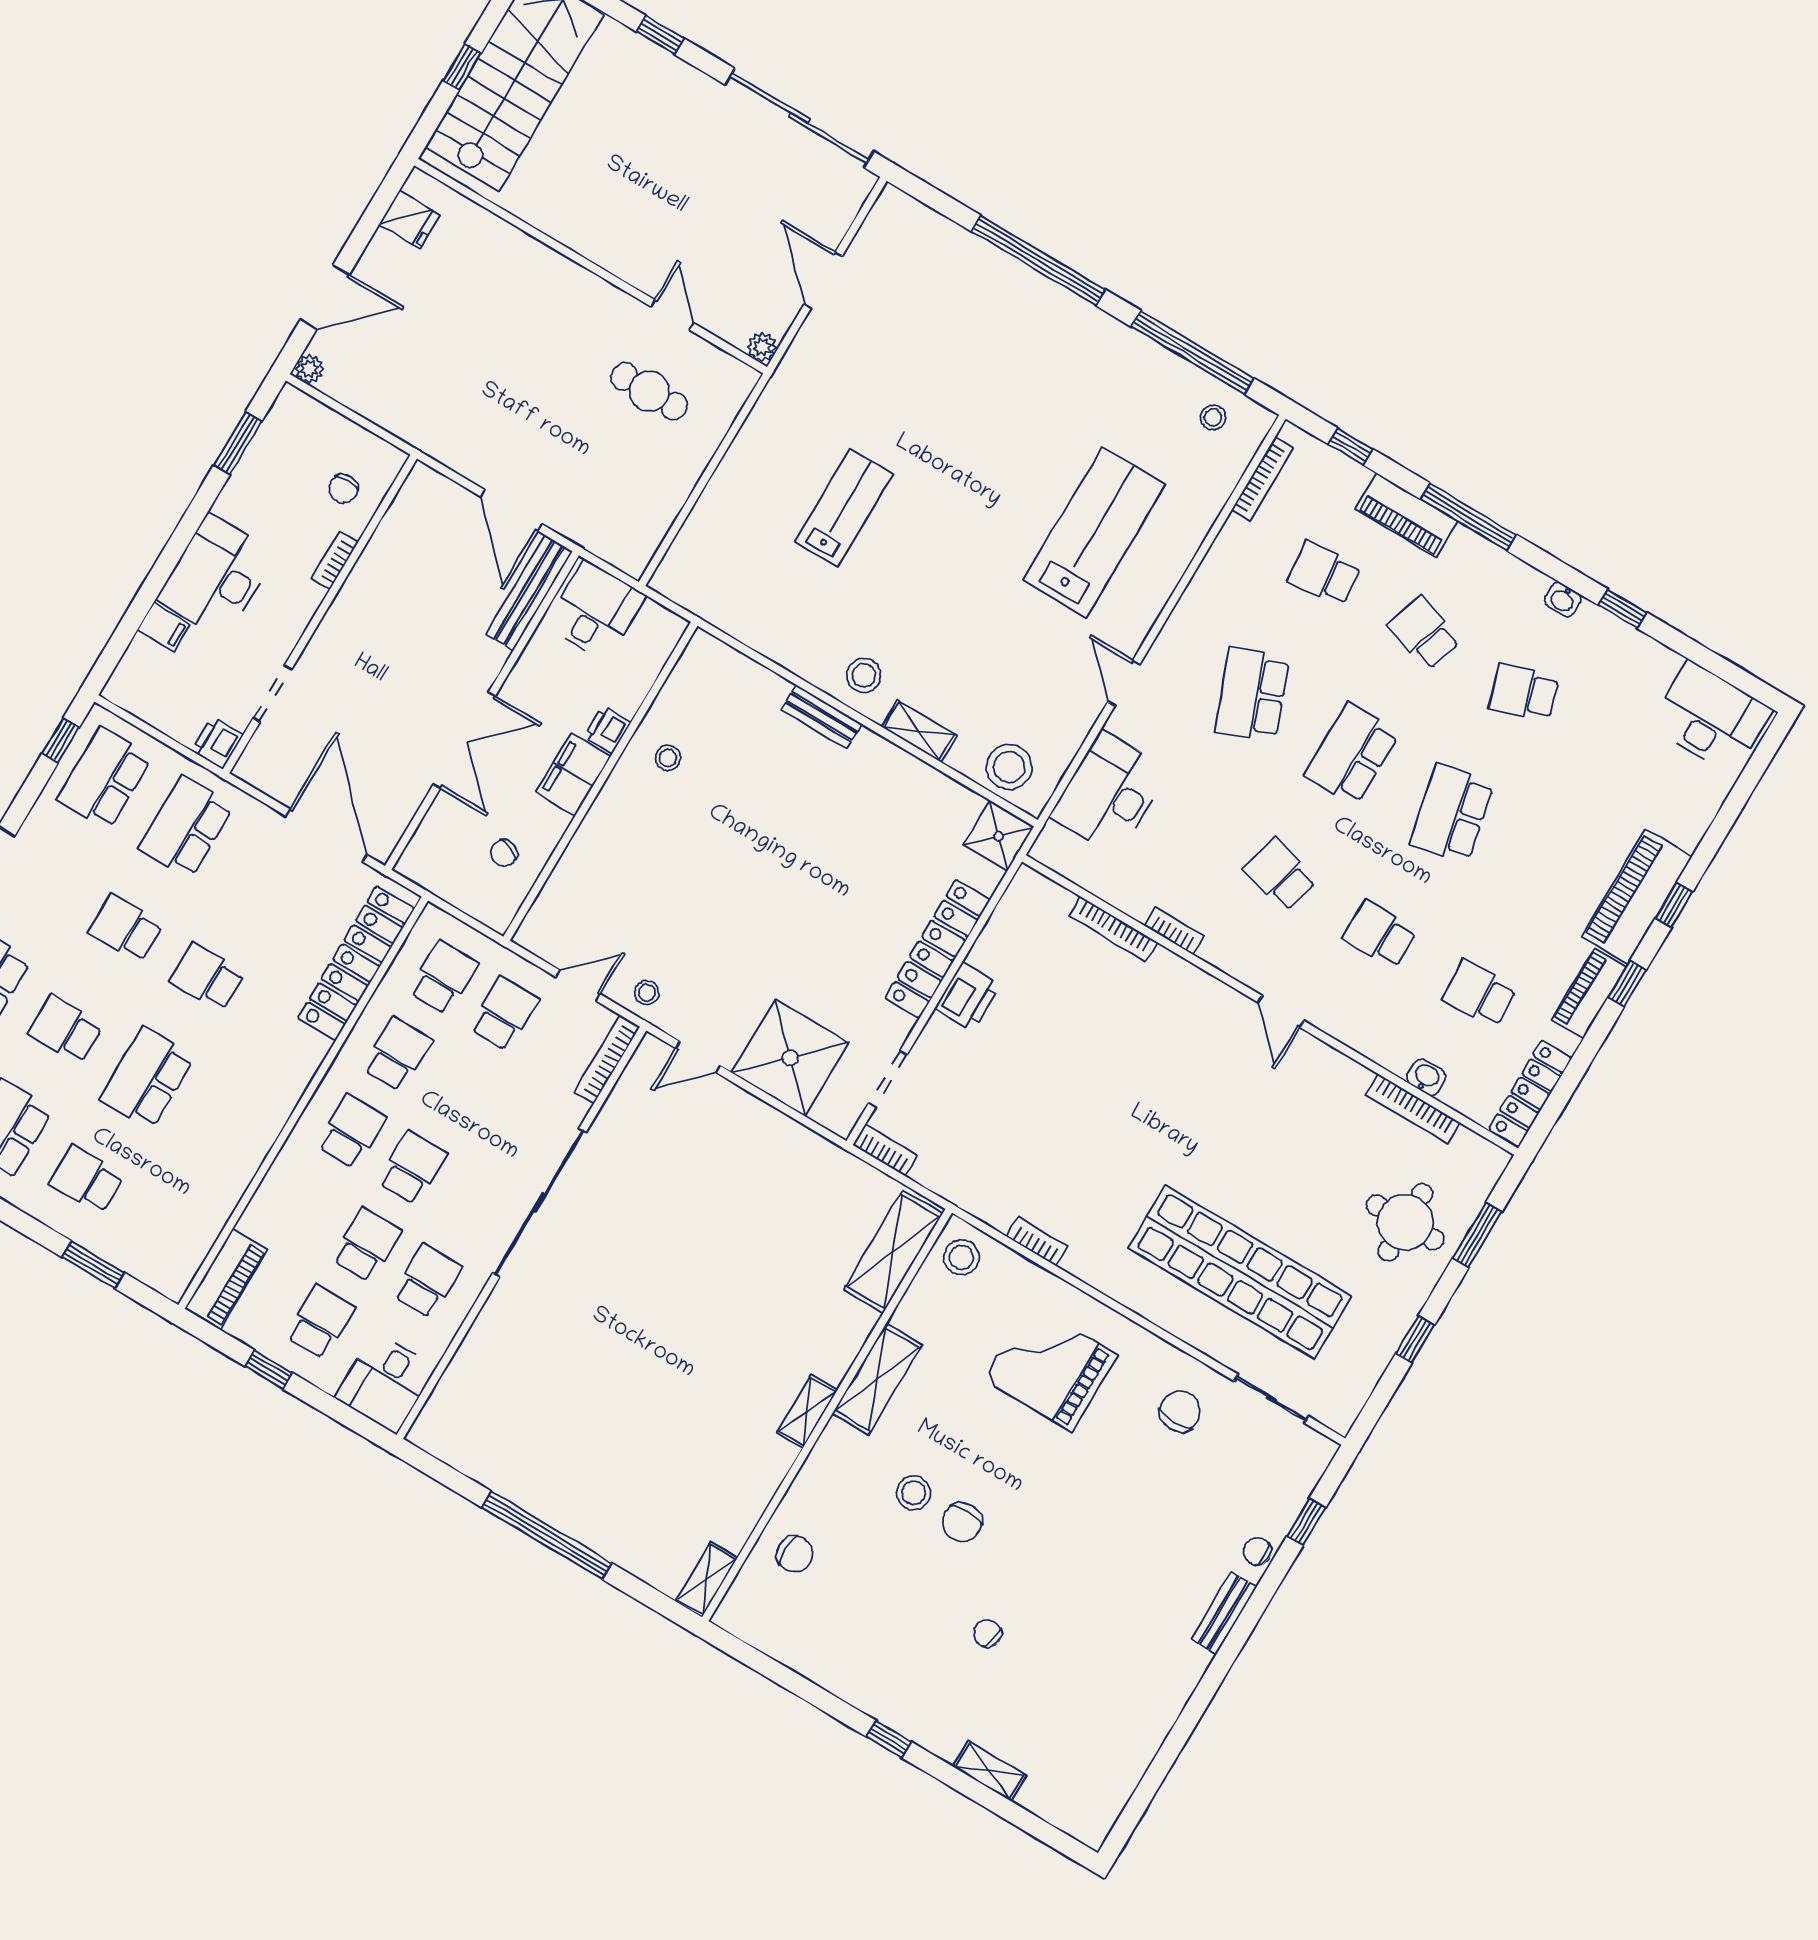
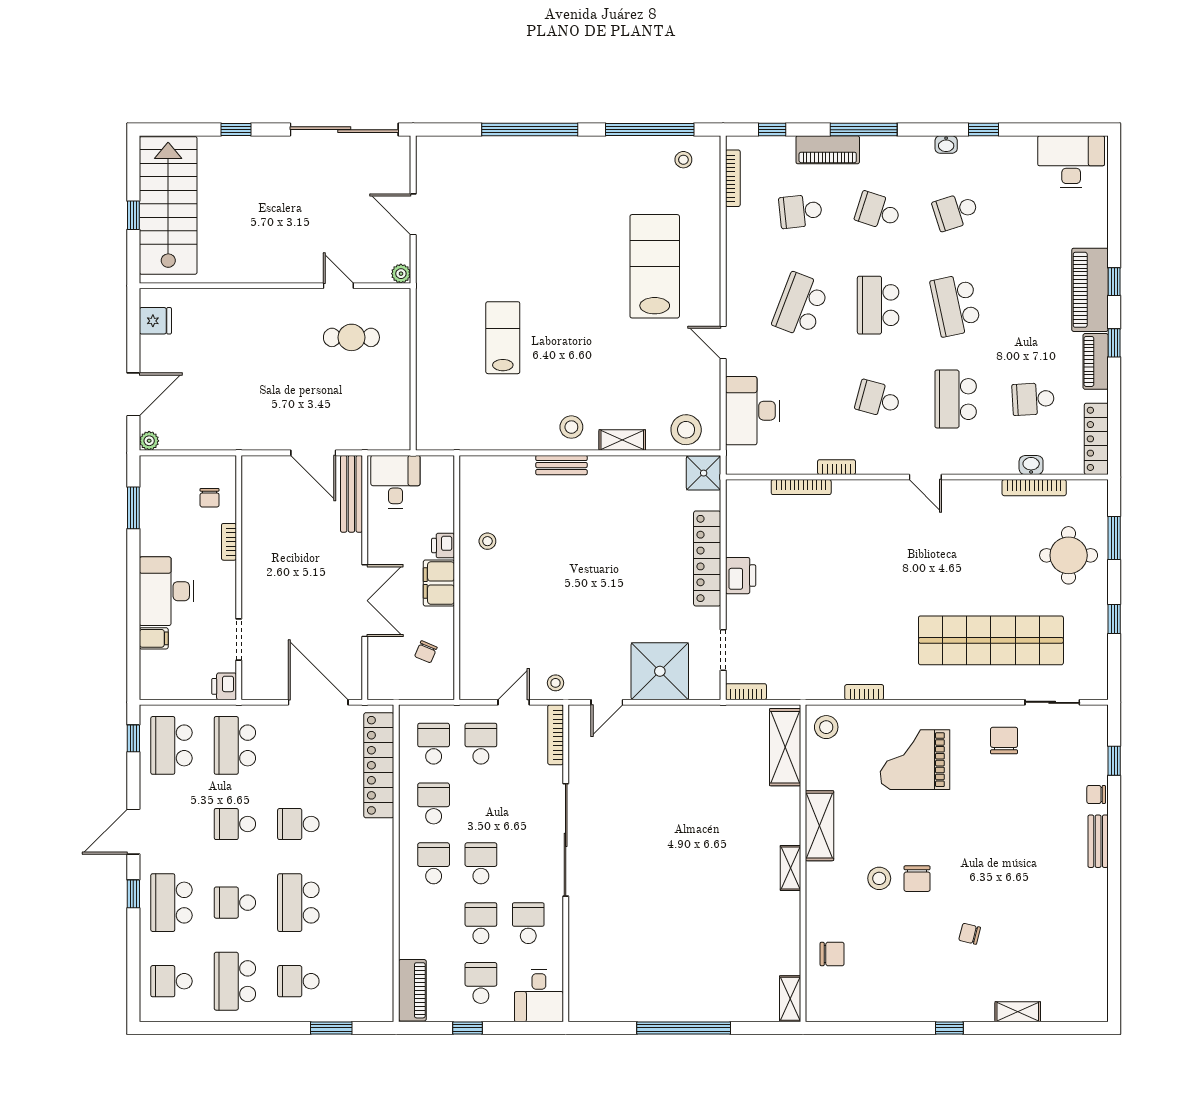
school desk: (1252, 694) -> (801, 305), turned 42
school desk: (1380, 934) -> (956, 399), width x1.85

